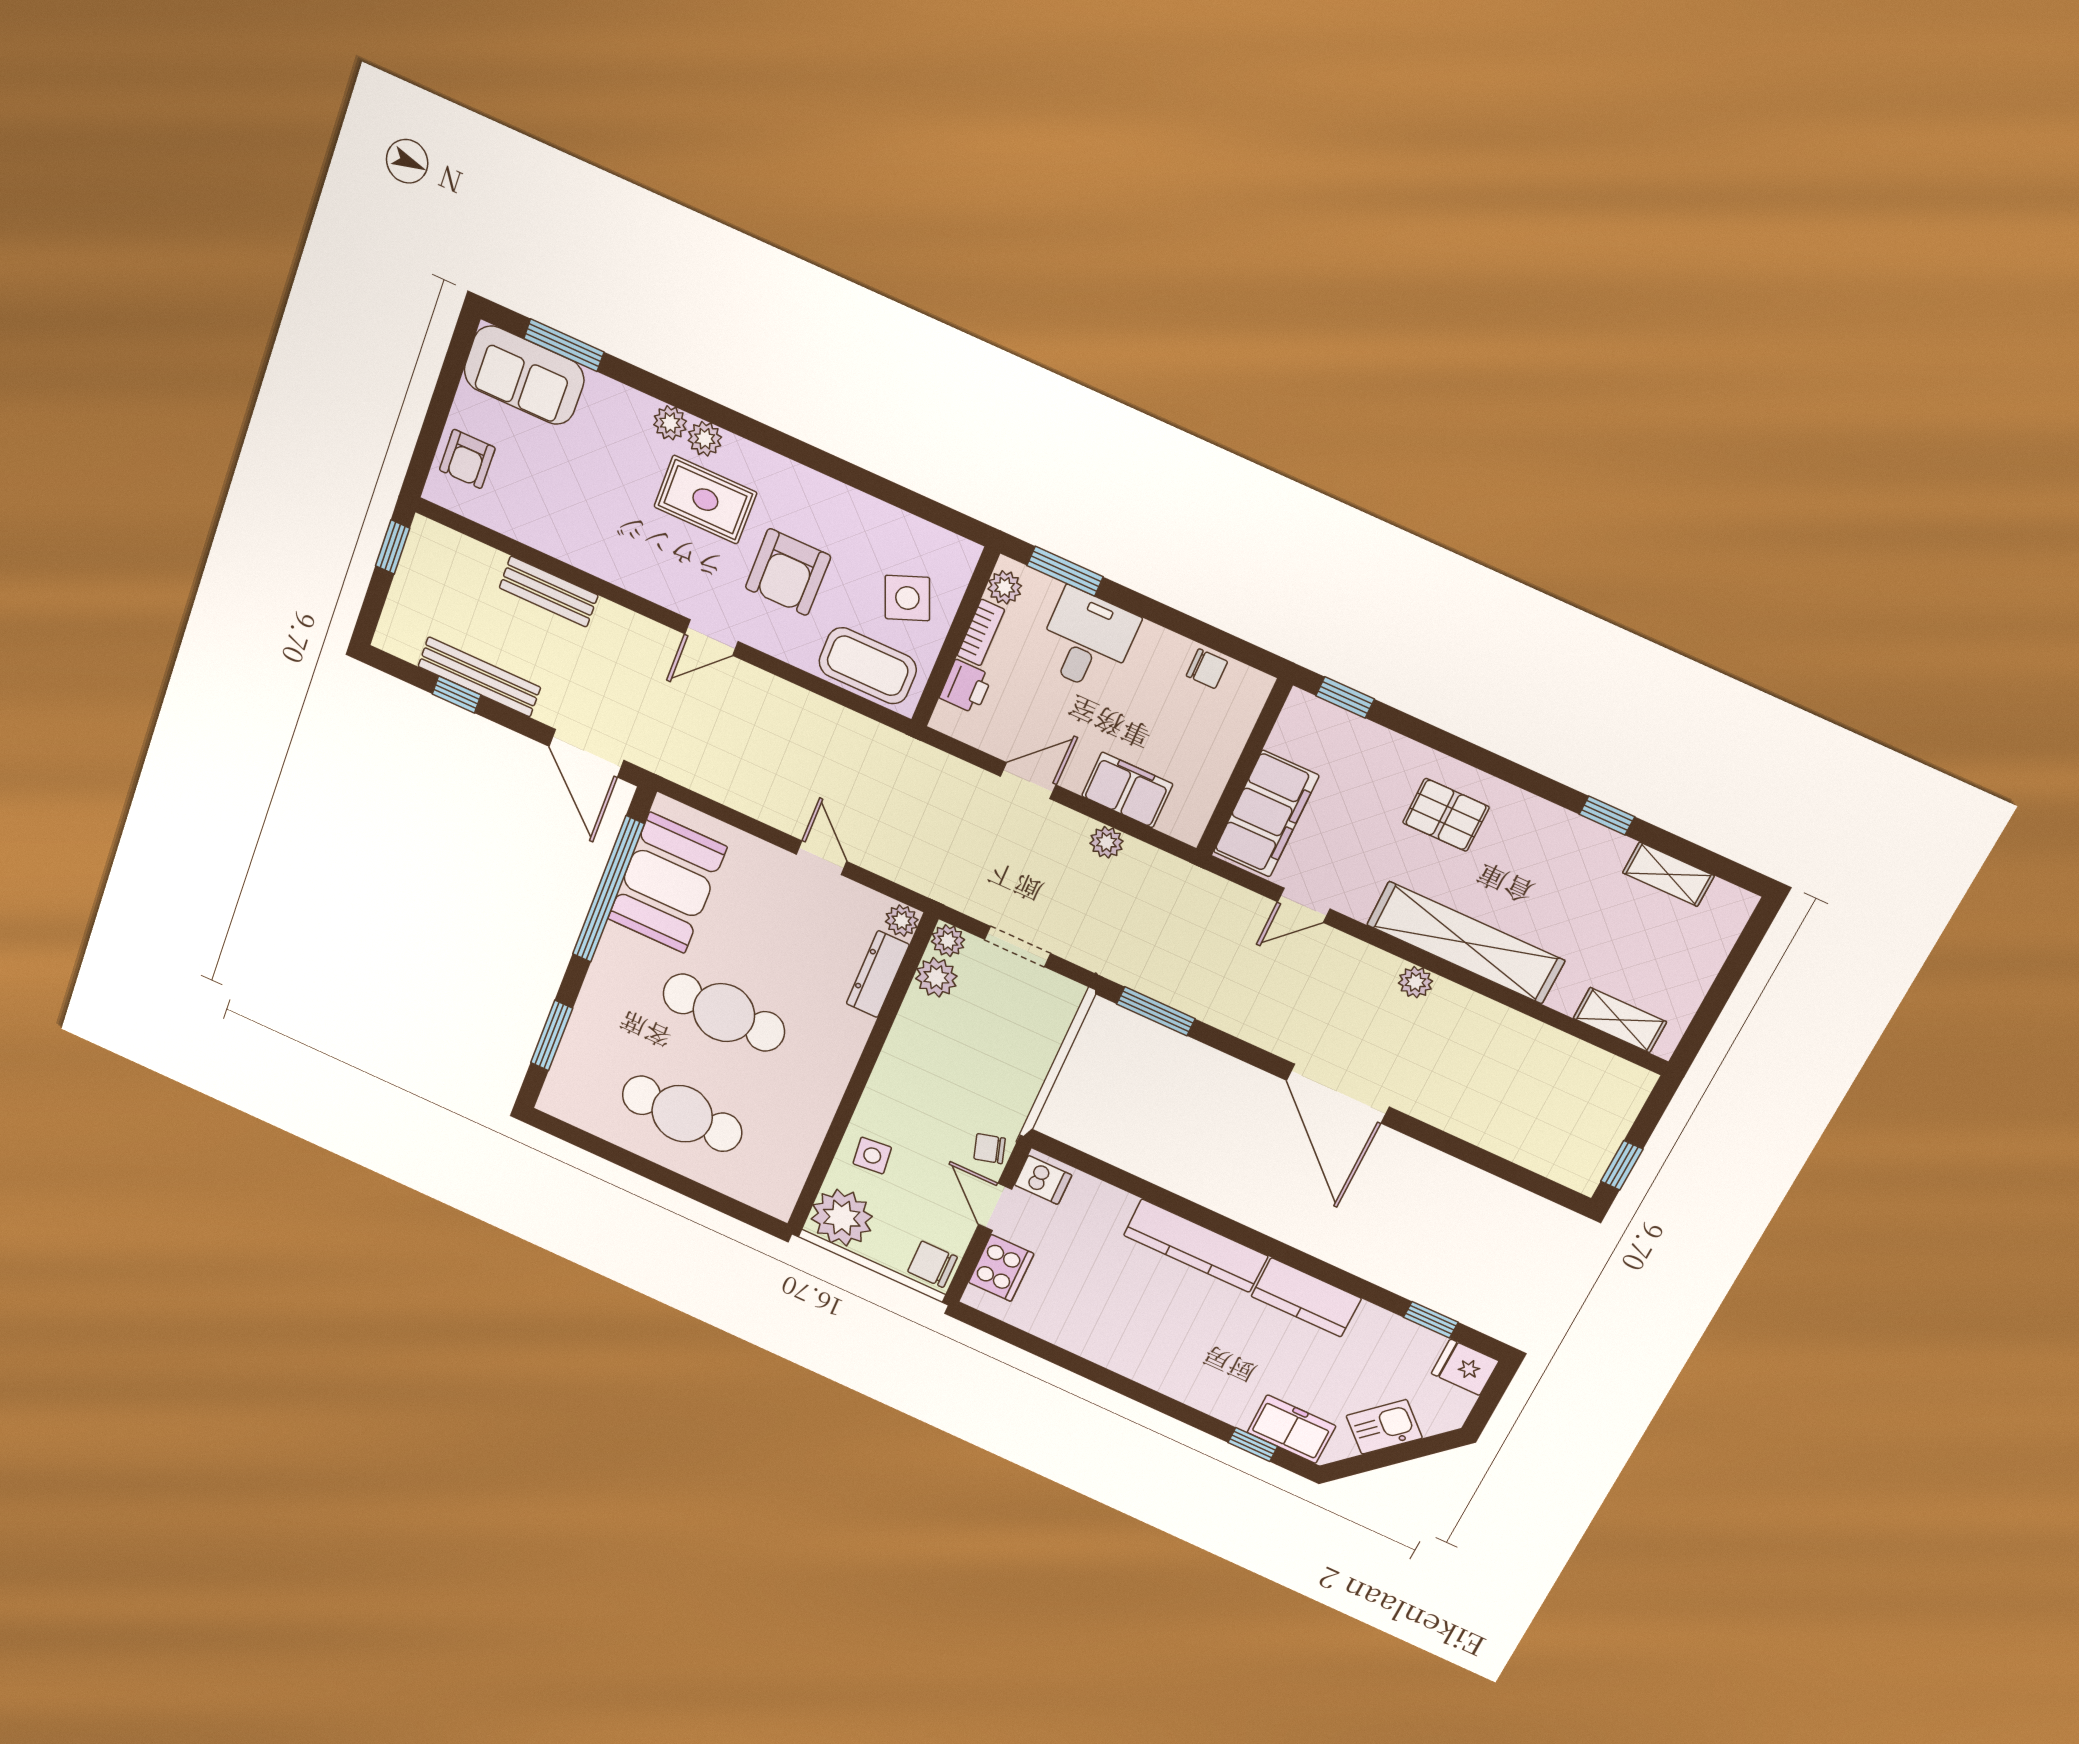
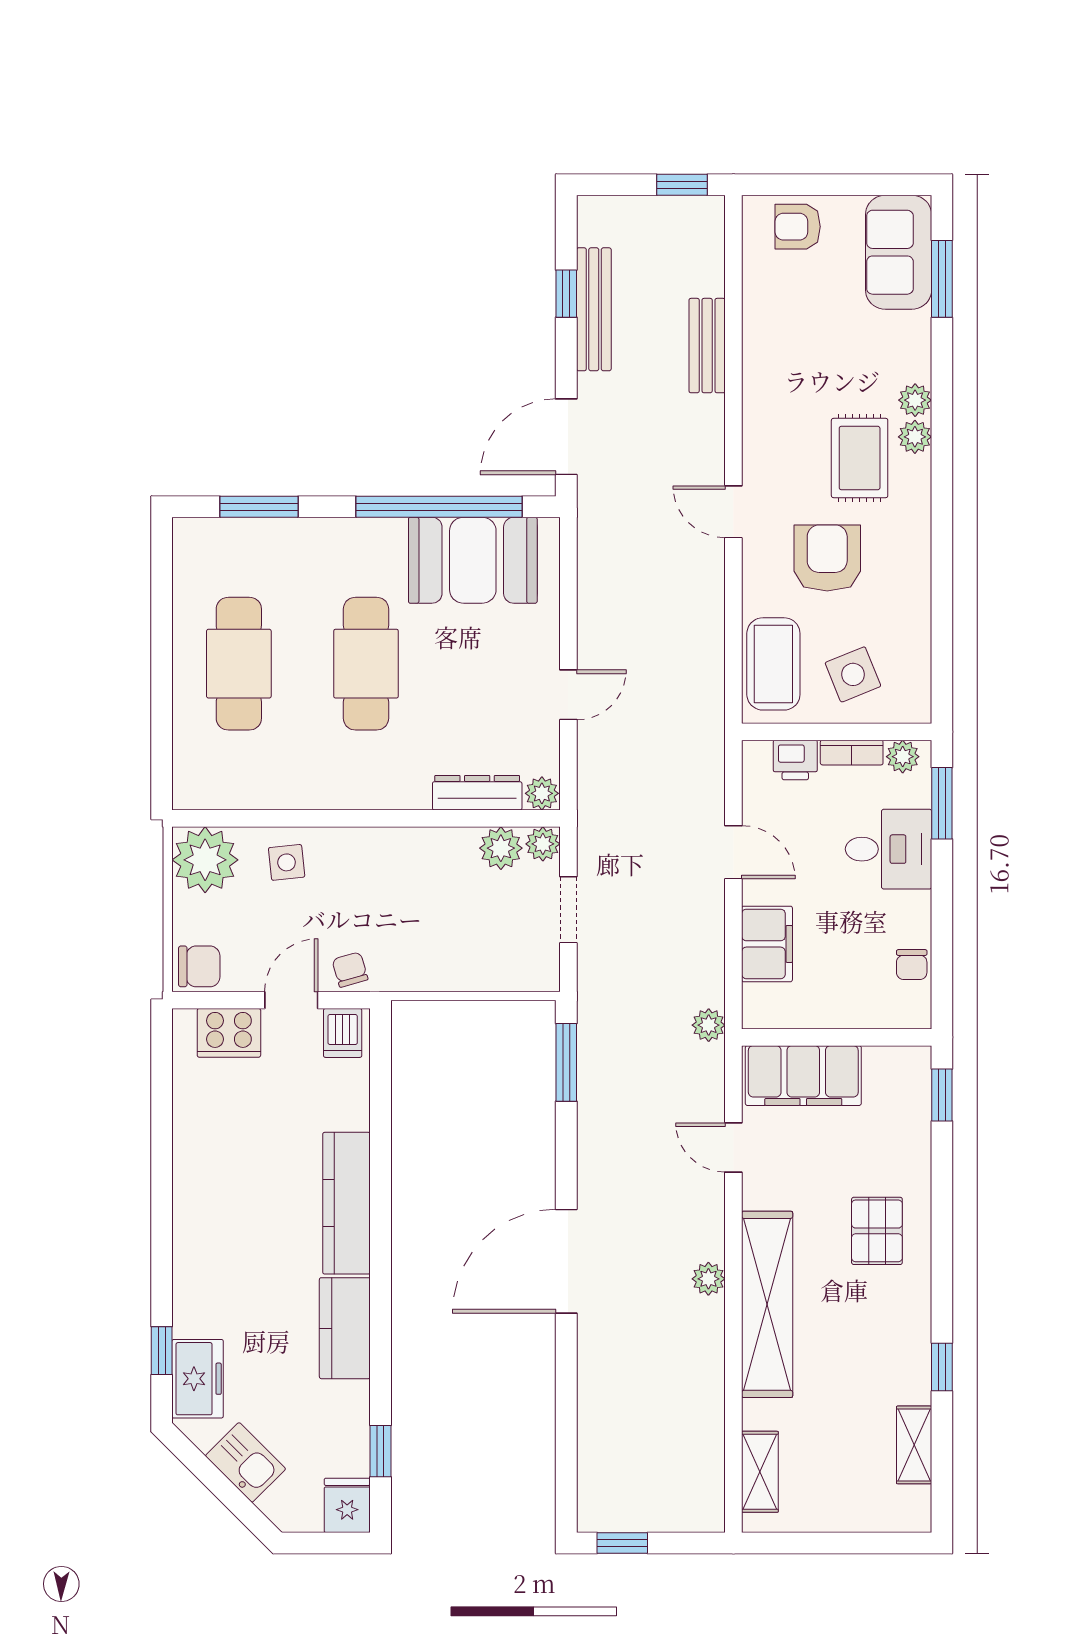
armchair: (788, 572) -> (827, 558), turned 90
plant: (1107, 842) -> (709, 1025), moved
chair: (932, 1264) -> (199, 966), turned 90

